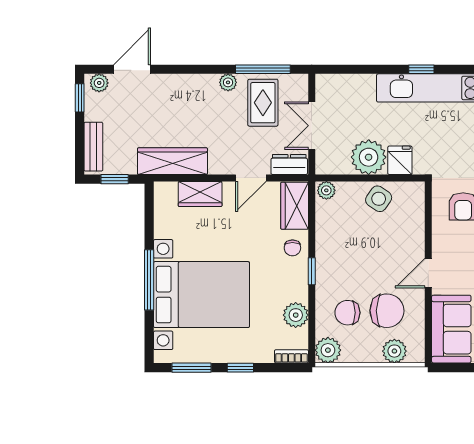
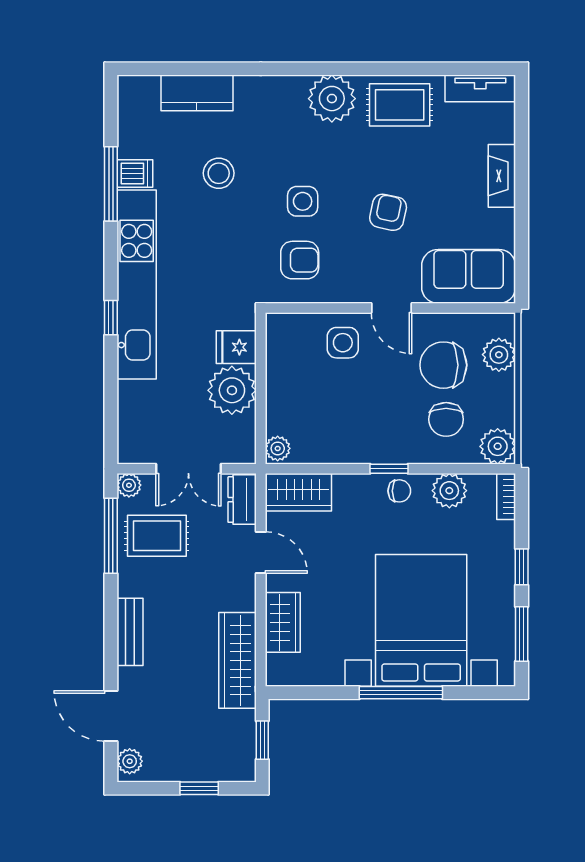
plant: (228, 82) -> (129, 485), moved
window: (80, 98) -> (199, 788), moved
bench: (93, 147) -> (130, 632), moved, turned 90
side table: (379, 199) -> (343, 343), moved, turned -34
chair: (292, 248) -> (399, 491), moved
chair: (387, 311) -> (443, 365), turned -91

